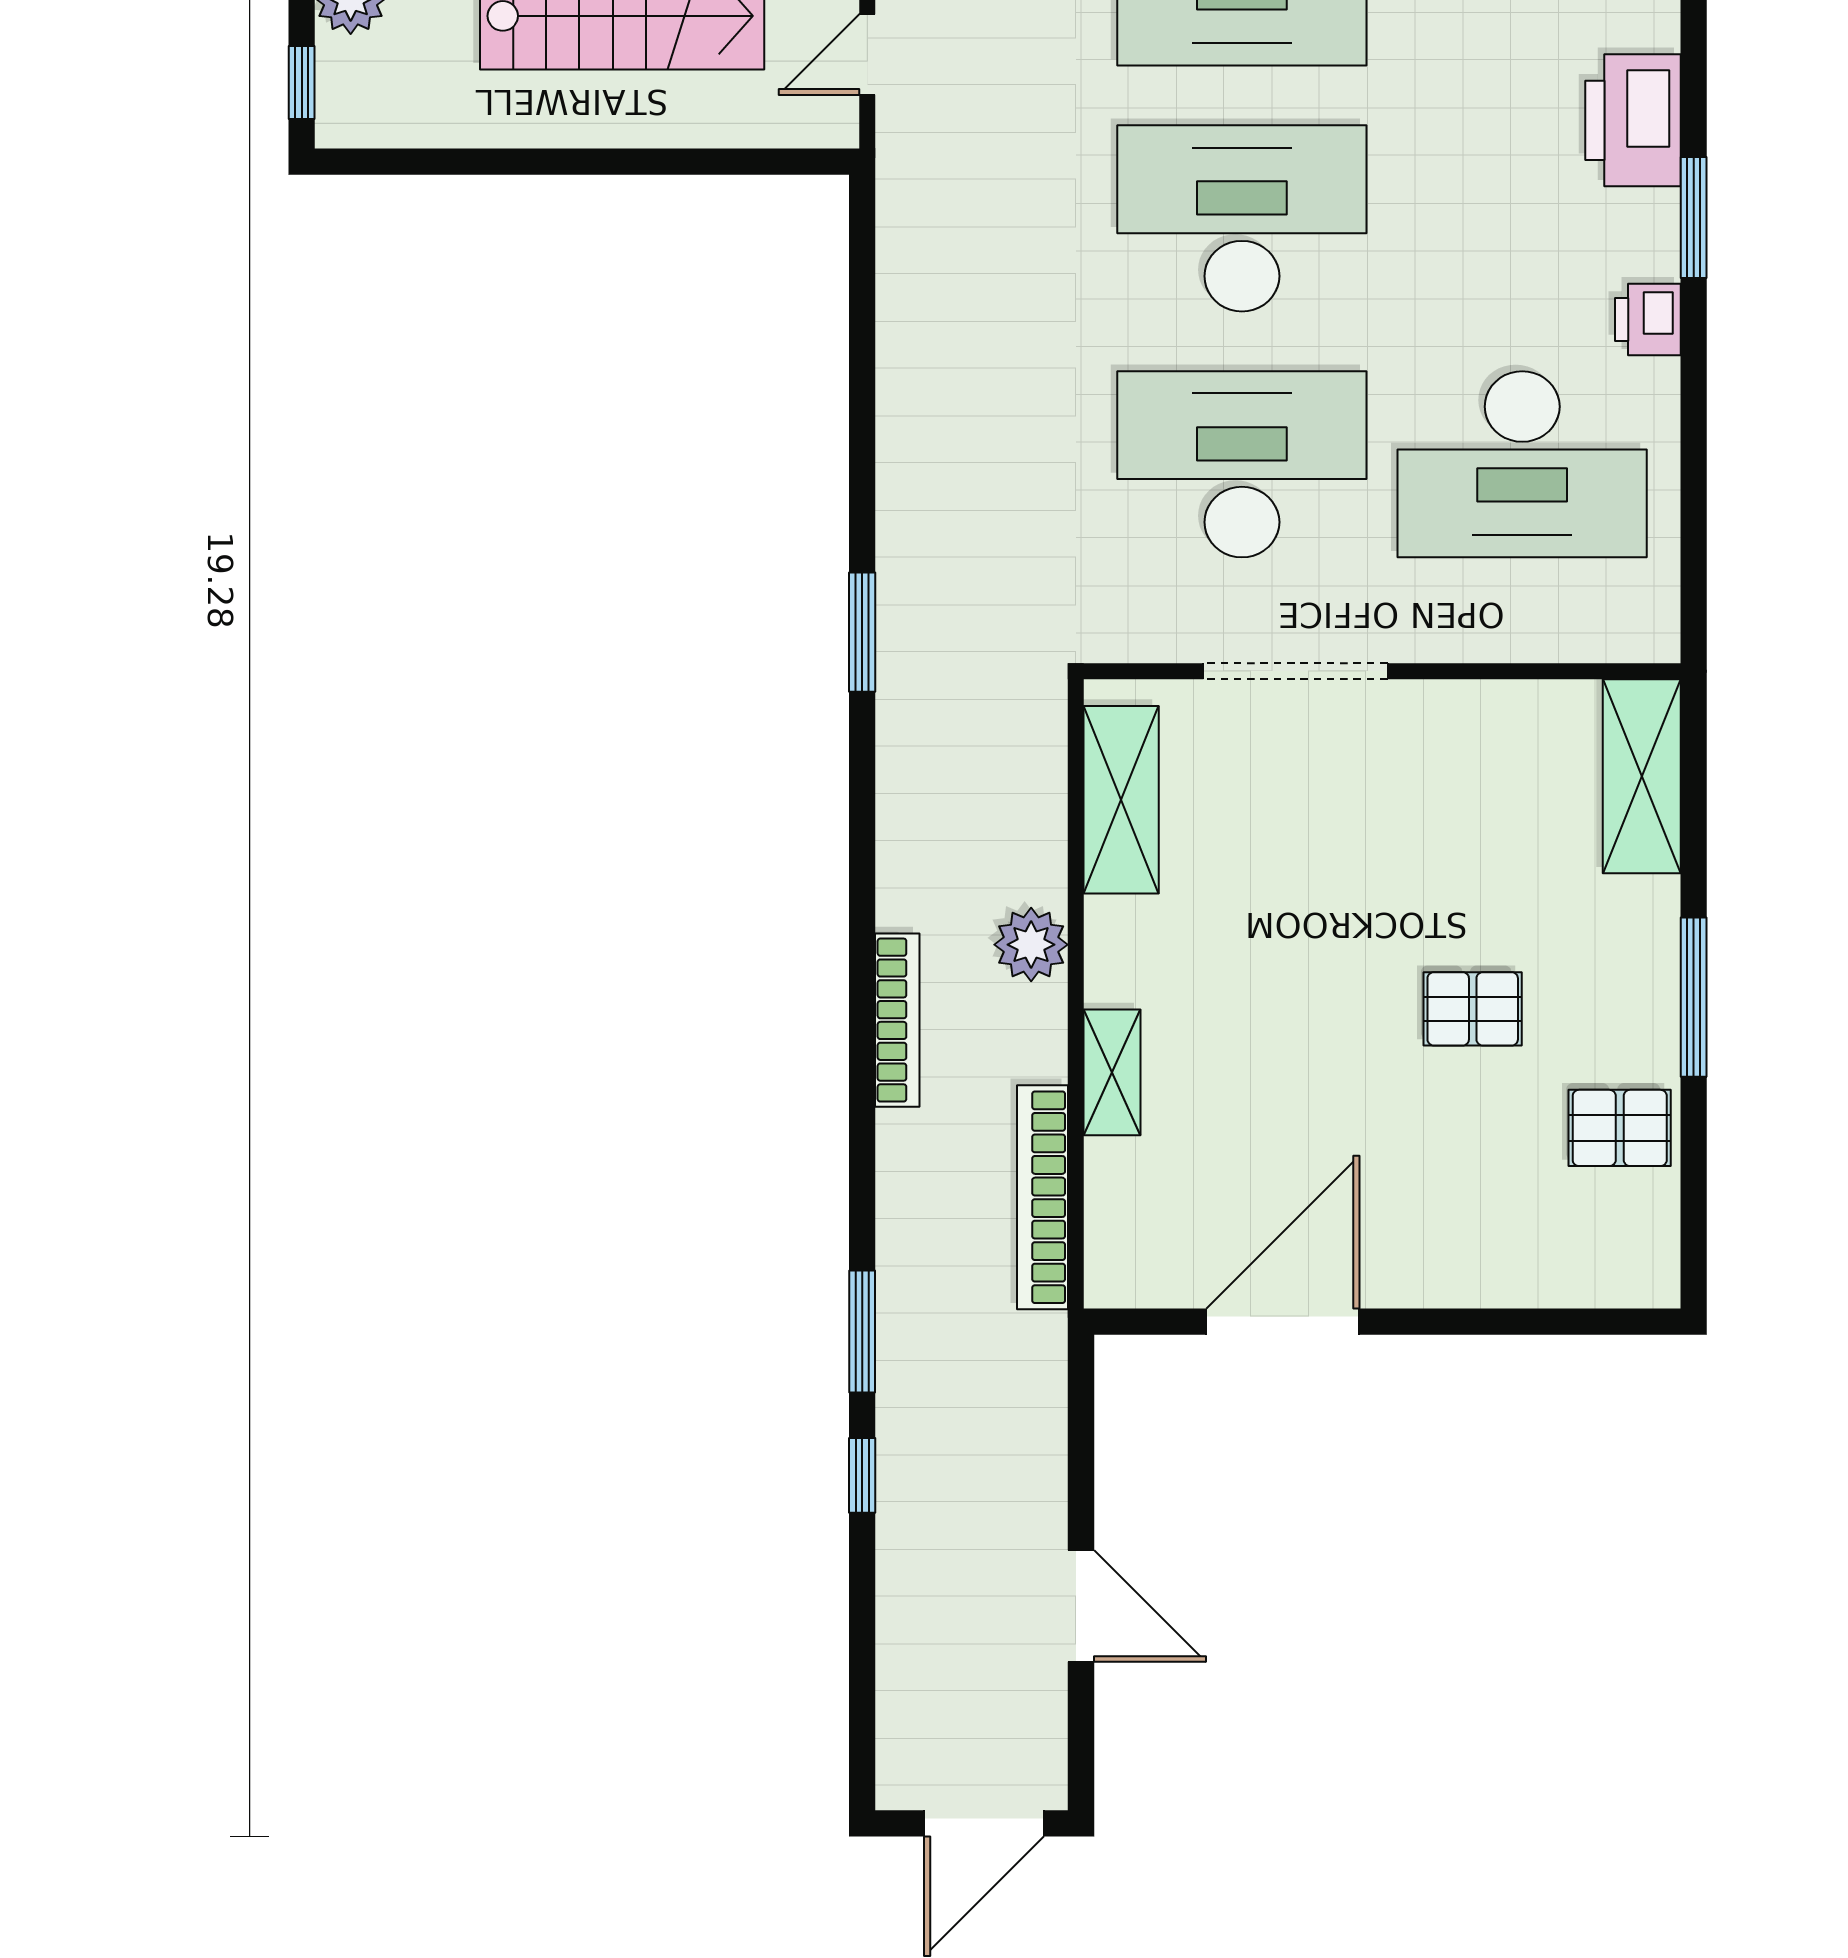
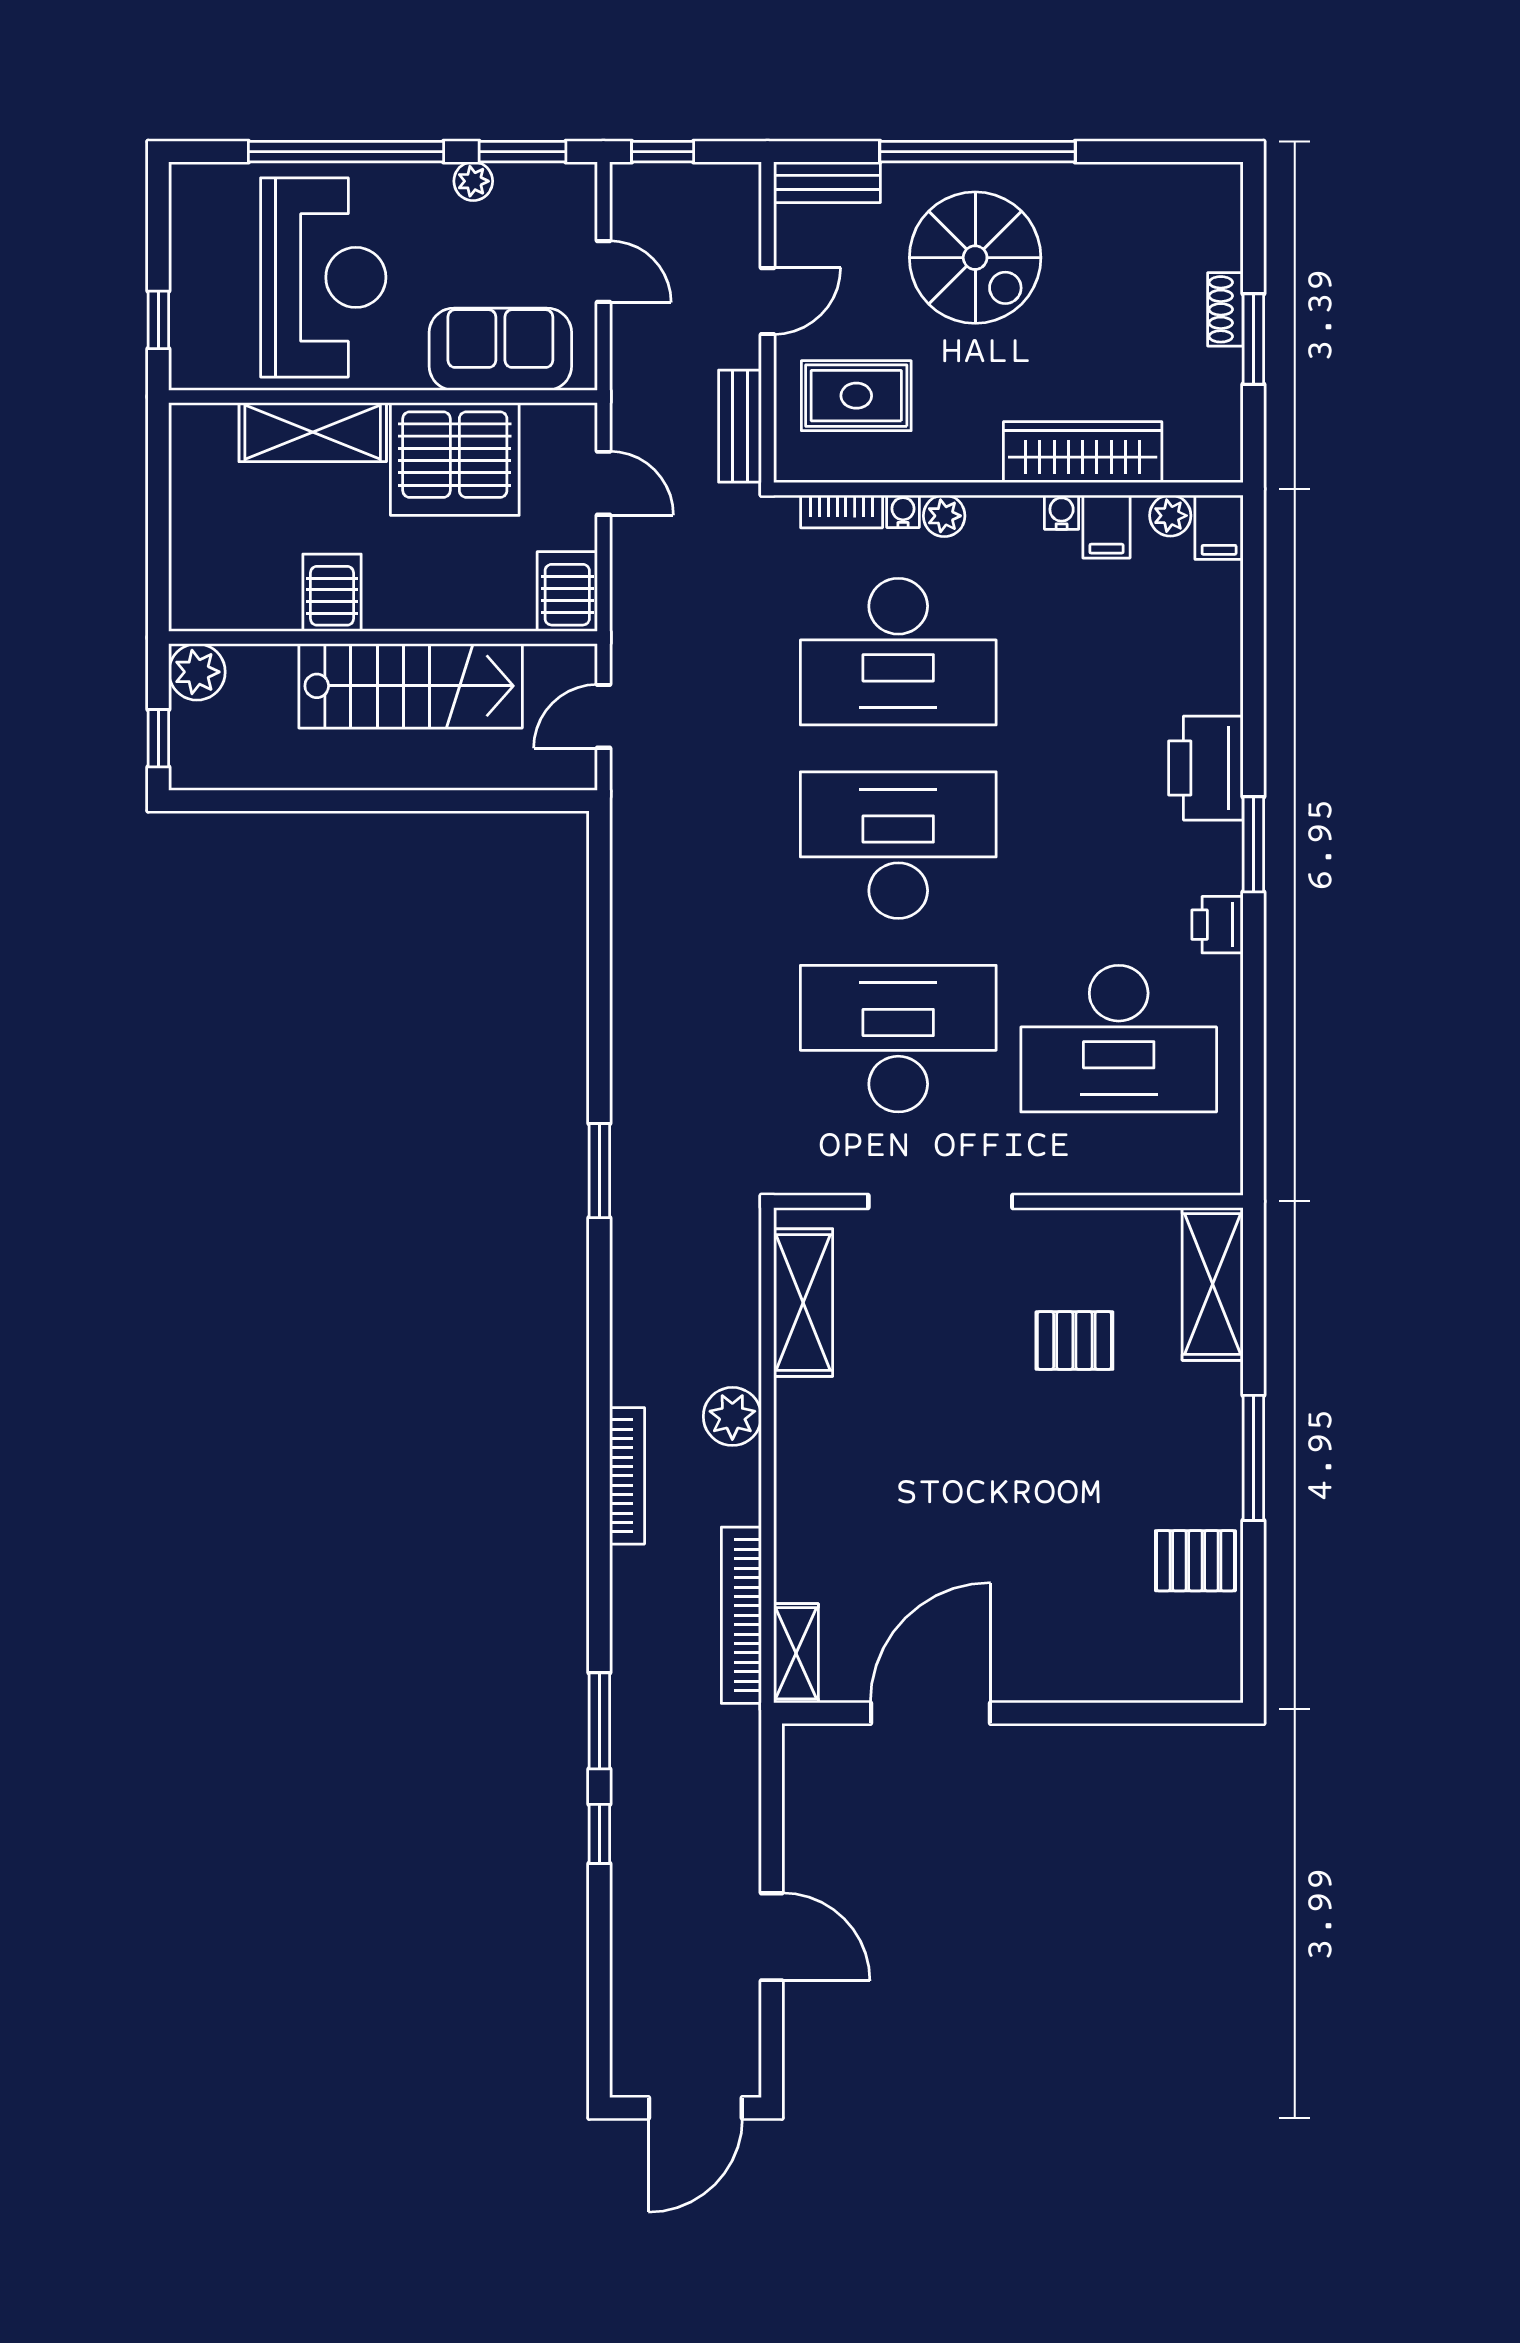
pallet: (1473, 1009) -> (1074, 1341), moved
shelving: (1112, 1072) -> (796, 1653), moved

